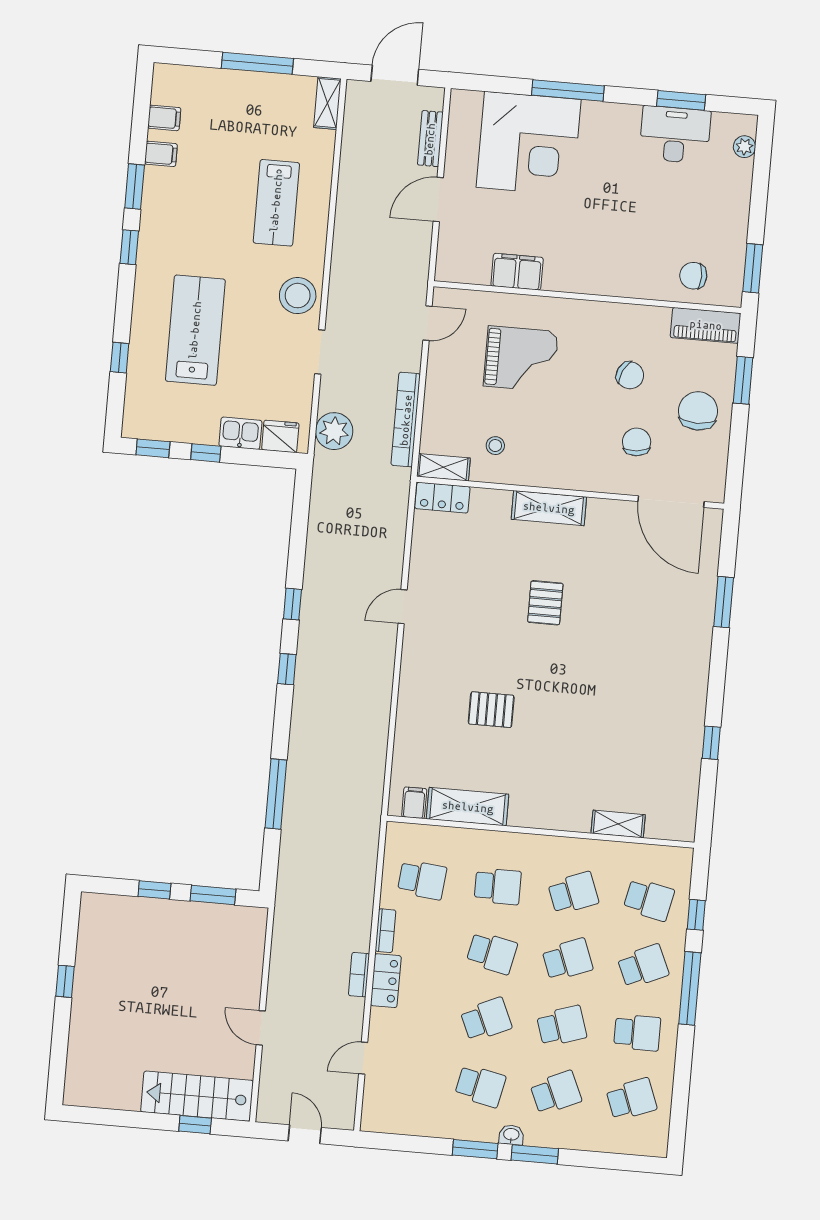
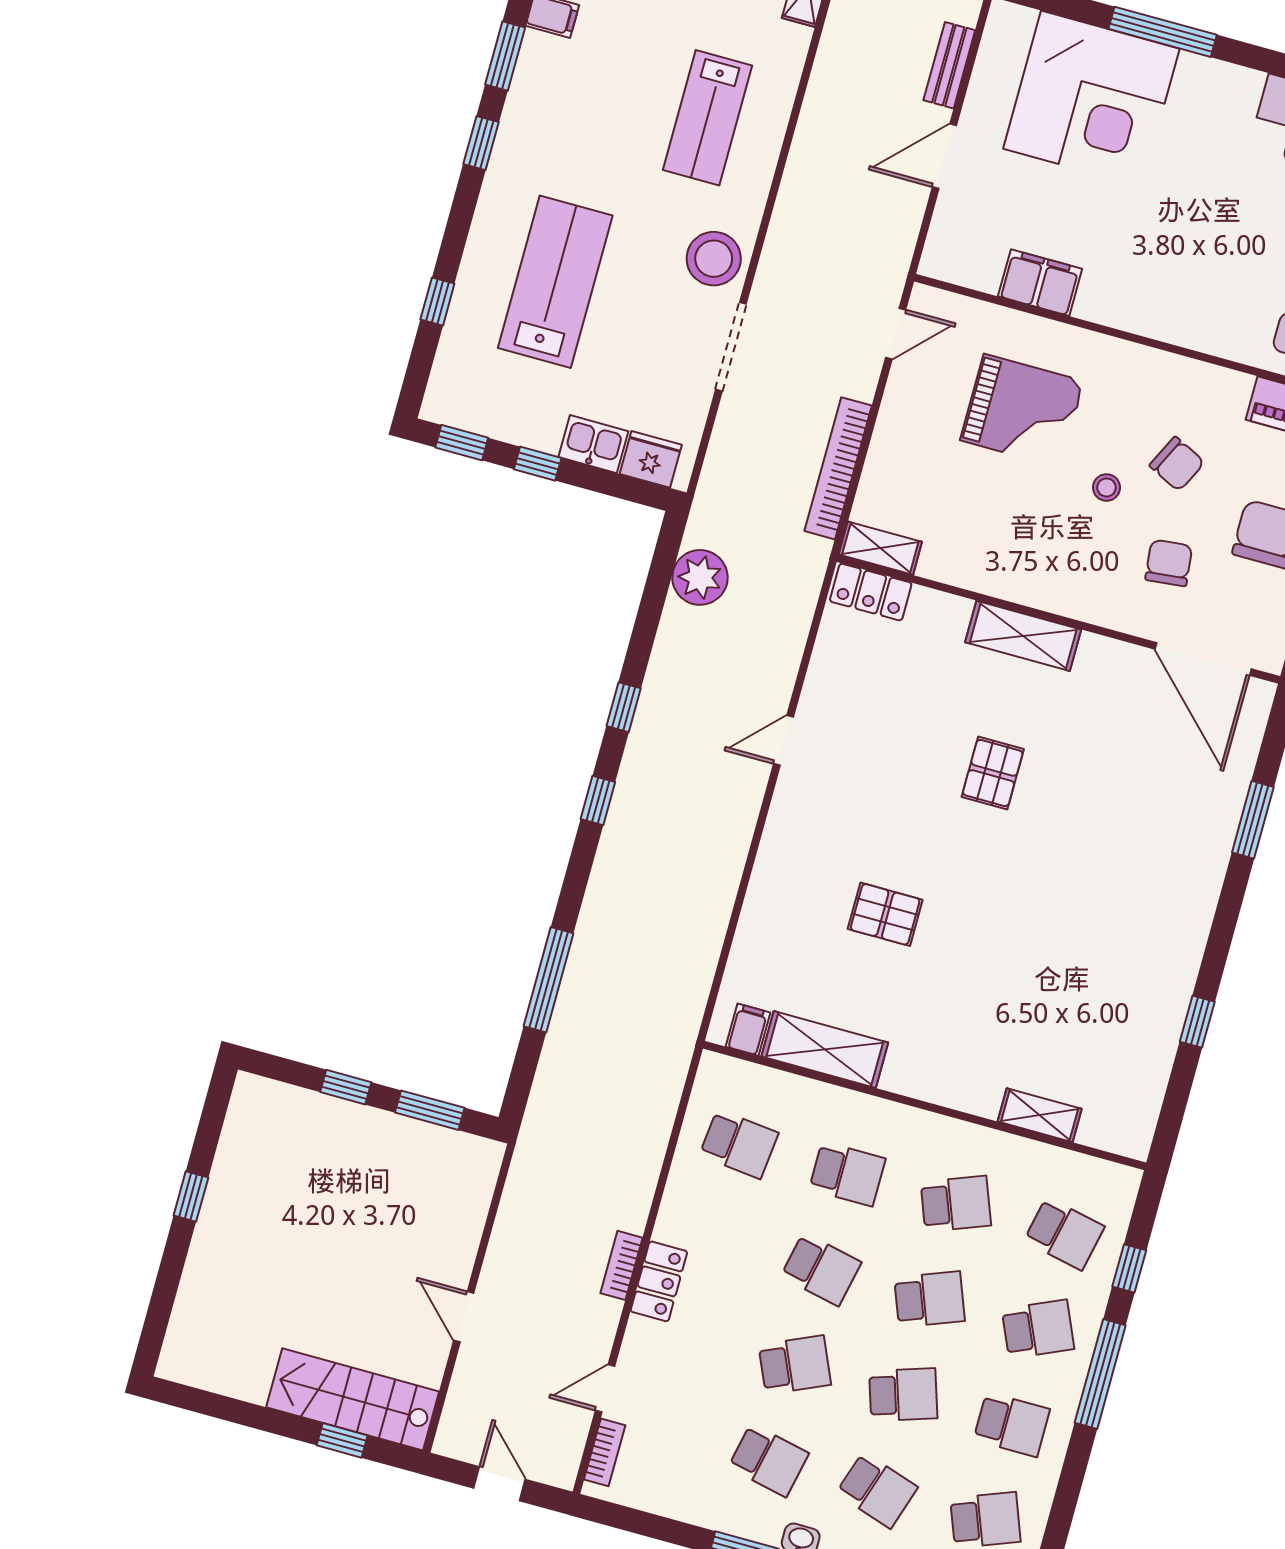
doorway: (320, 352) -> (731, 347), width x1.38
plant: (334, 431) -> (700, 577), moved
stool: (495, 446) -> (1107, 487), moved
bookcase: (386, 931) -> (605, 1452), moved
school desk: (556, 1093) -> (877, 1490), turned 42

